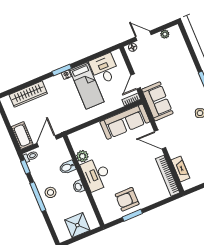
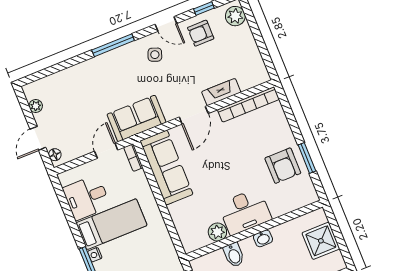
door: (136, 81) -> (106, 151), swing flipped
fireplace: (180, 169) -> (221, 92), moved

